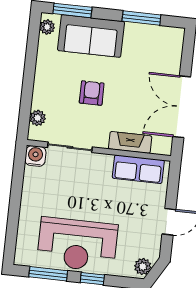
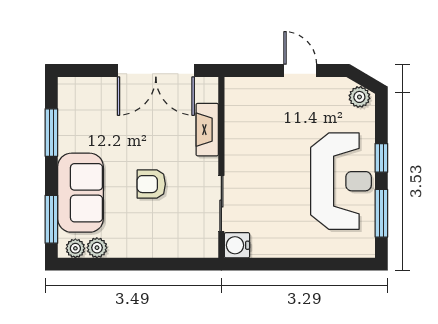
plant: (38, 118) -> (97, 248), moved
row of seats: (138, 169) -> (239, 116), removed

